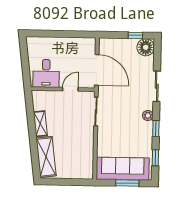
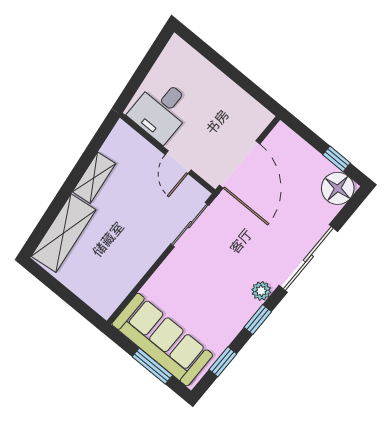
sliding door: (157, 86) -> (308, 258), width x1.37
door: (70, 89) -> (178, 162), swing flipped

